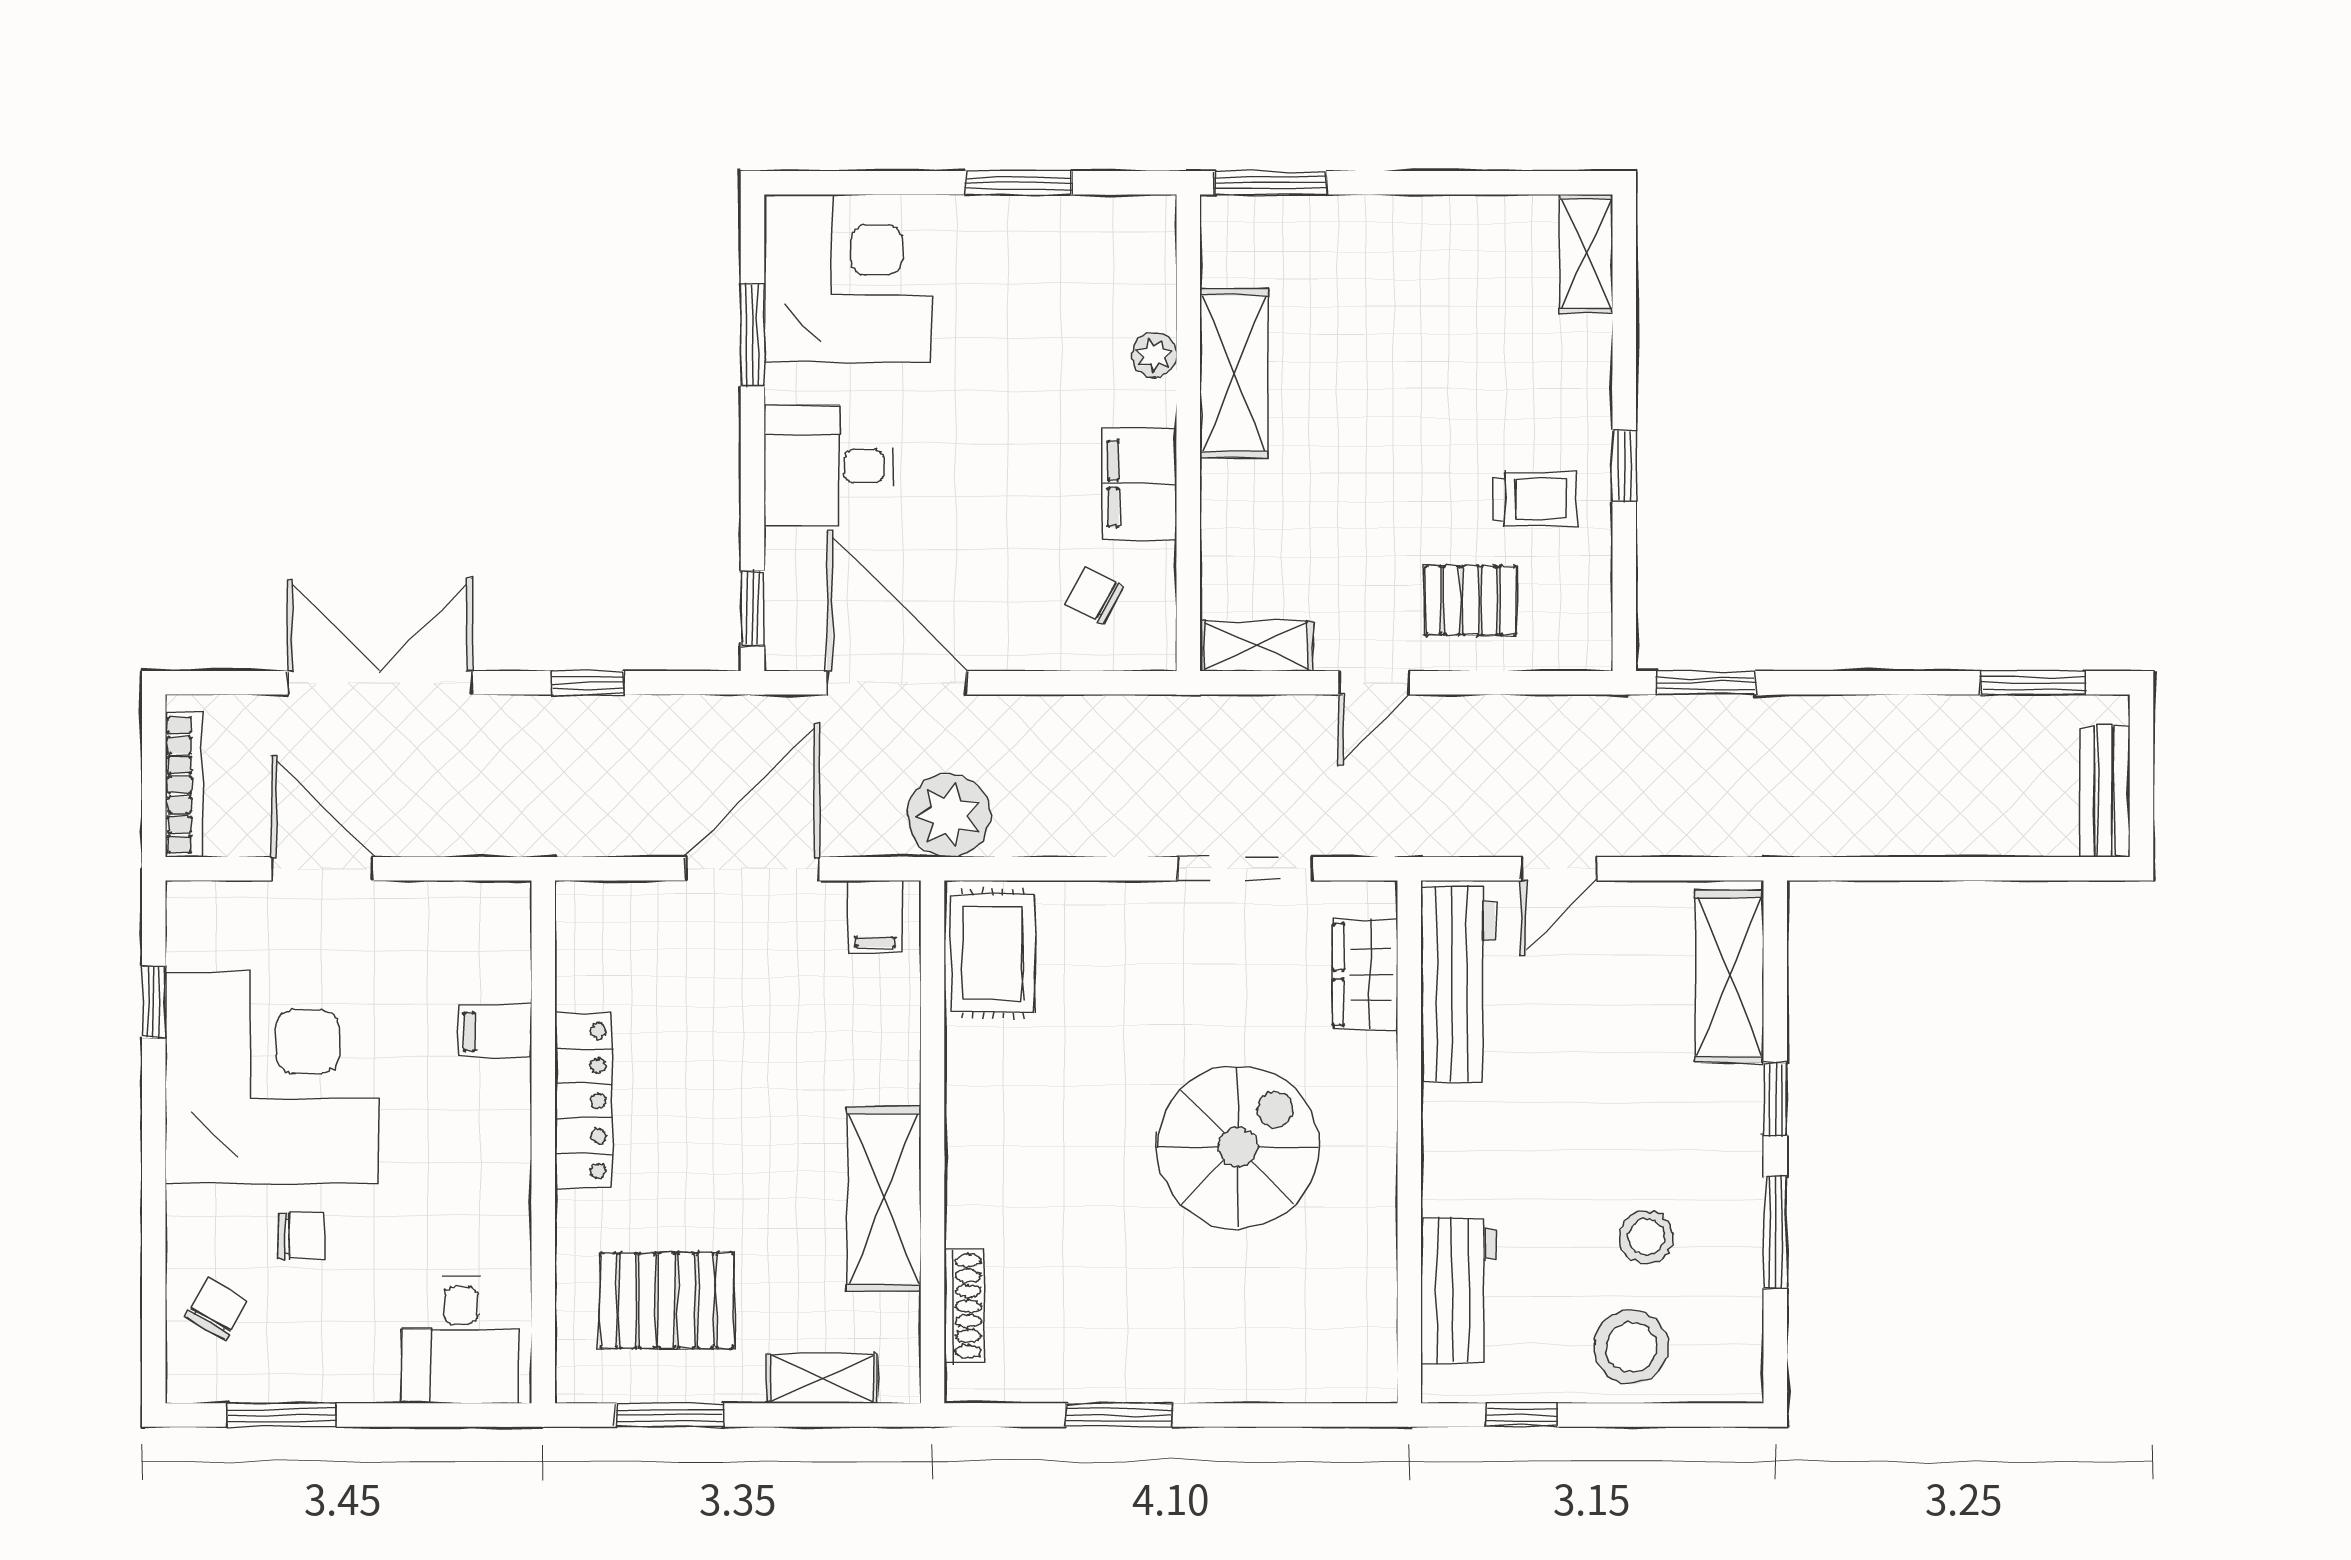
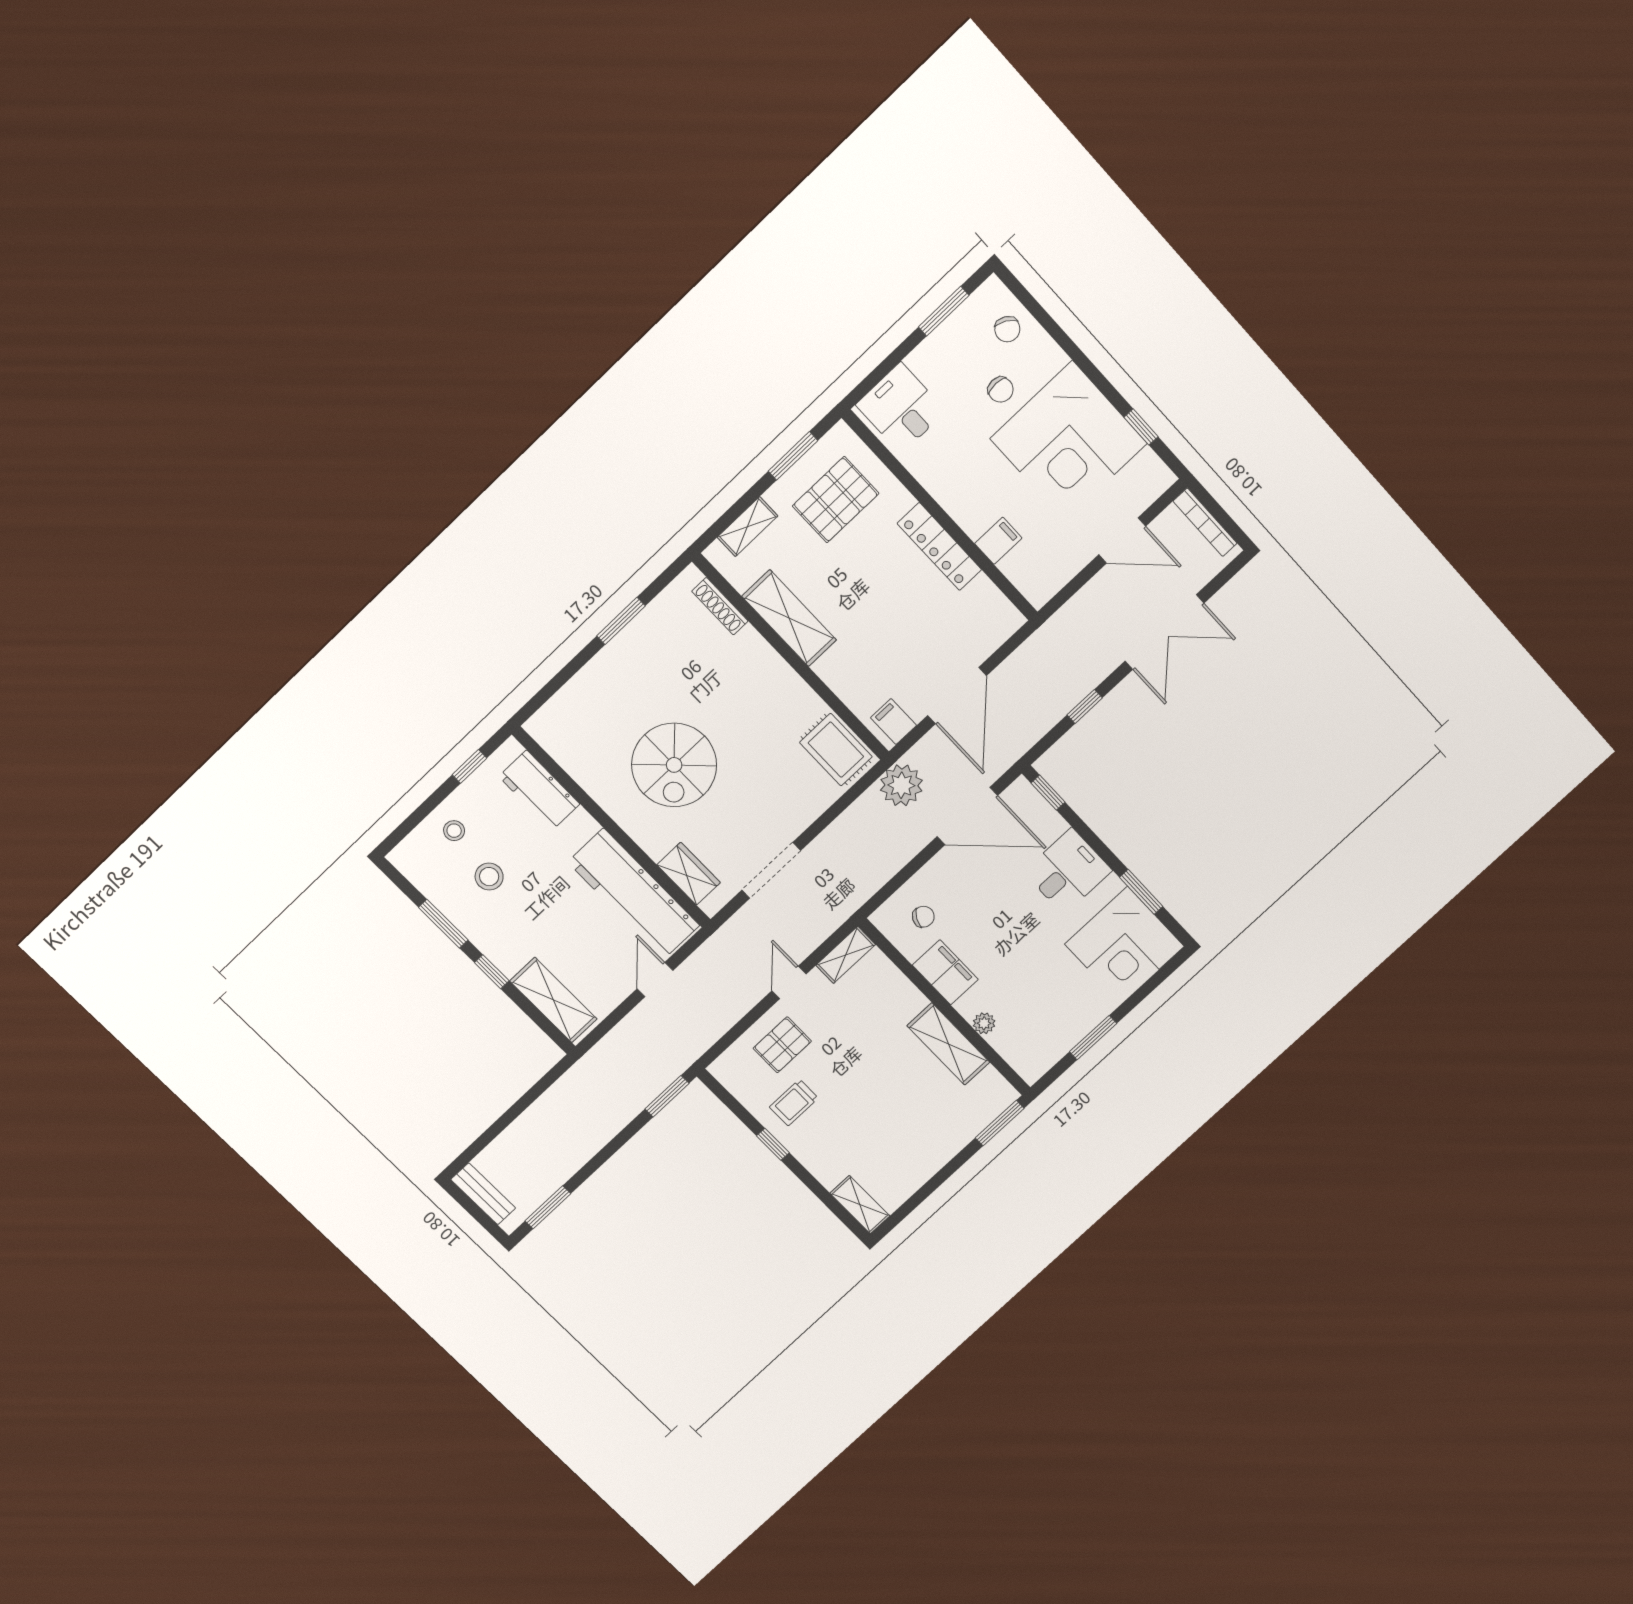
workbench: (1458, 984) -> (634, 894), width x1.36, depth x1.32
chair: (301, 1236) -> (1001, 390), turned -90
stool: (1631, 1347) -> (454, 831), width x0.53, depth x0.53

